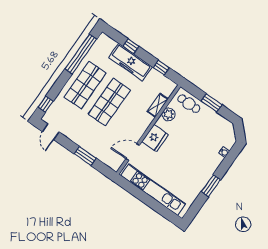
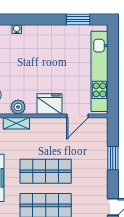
door: (133, 152) -> (78, 116), hinge flipped
window: (211, 186) -> (78, 19), moved

